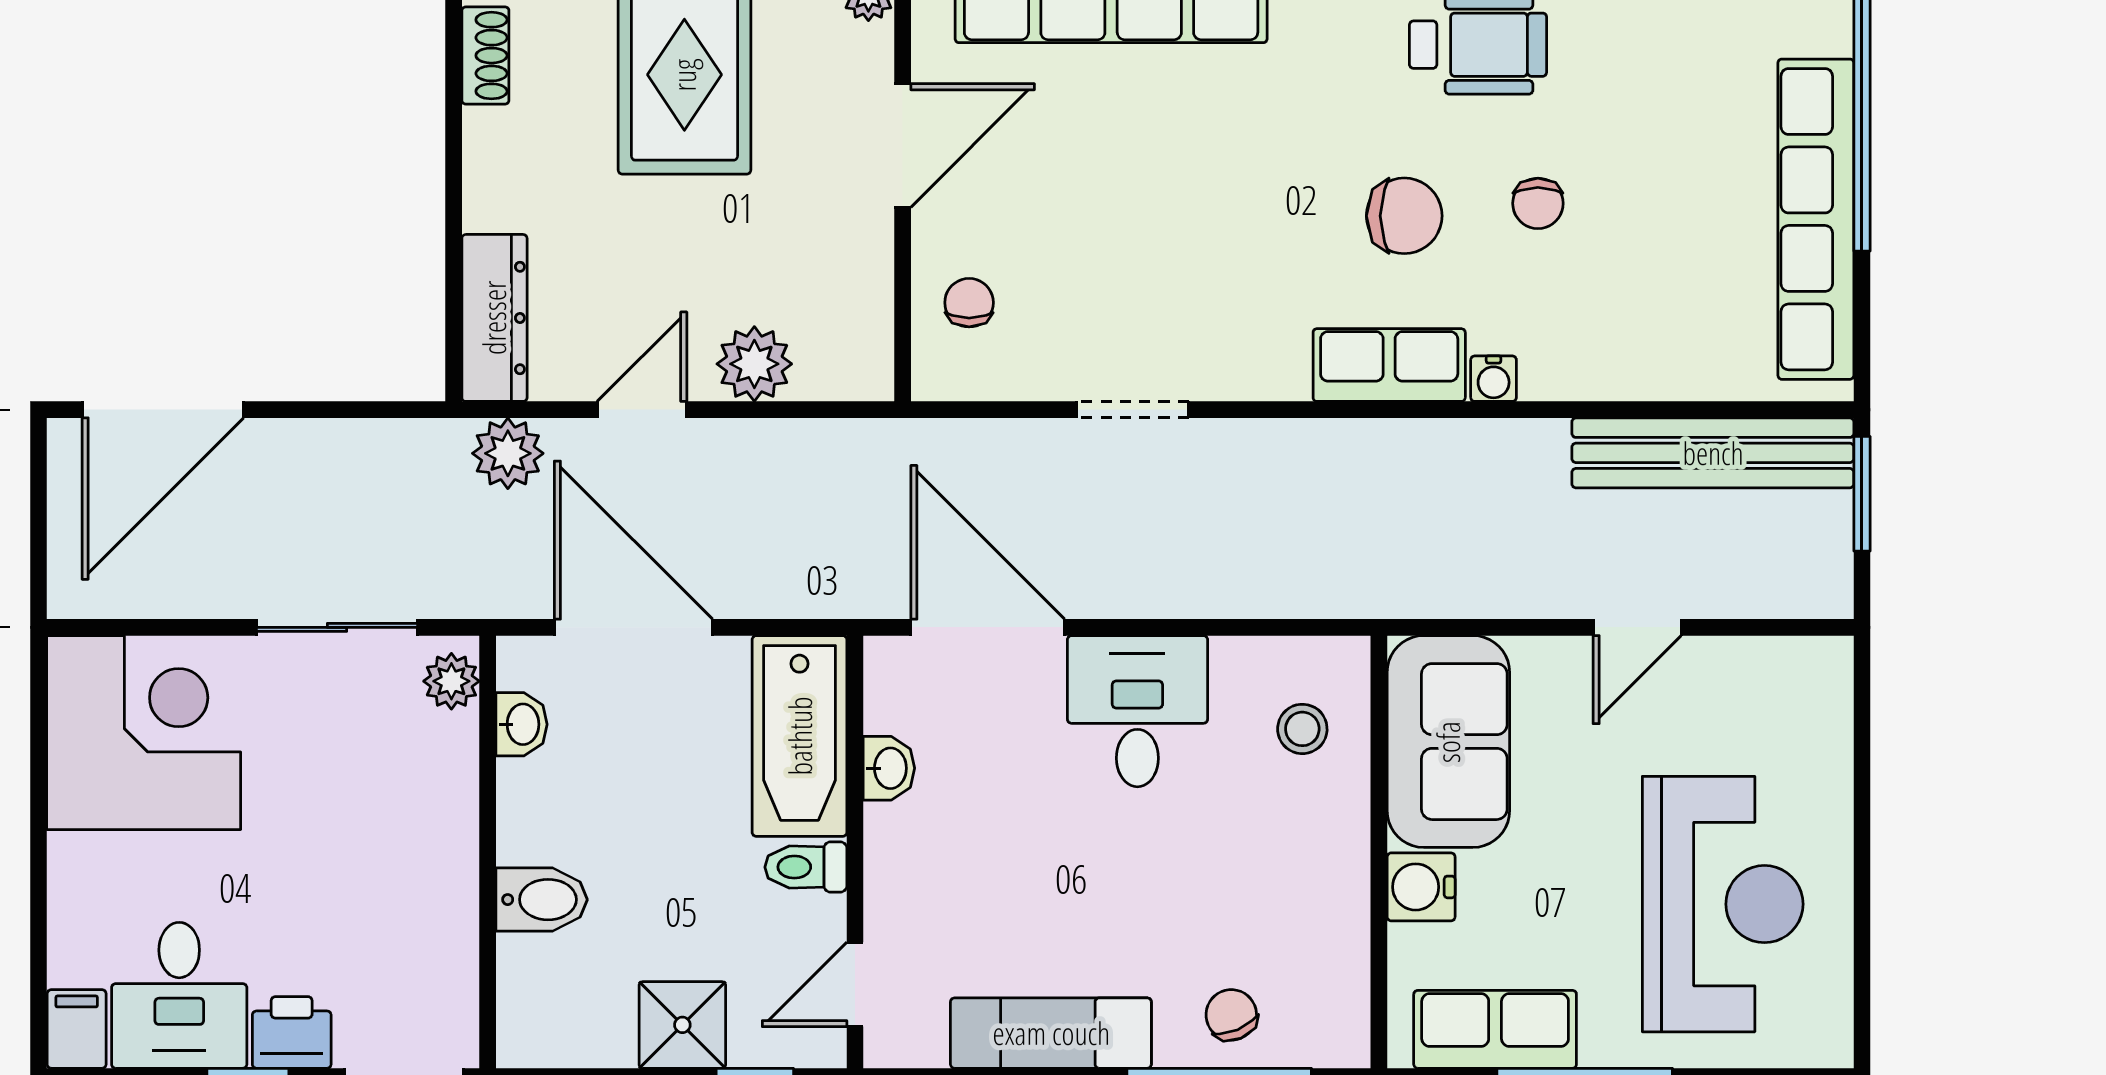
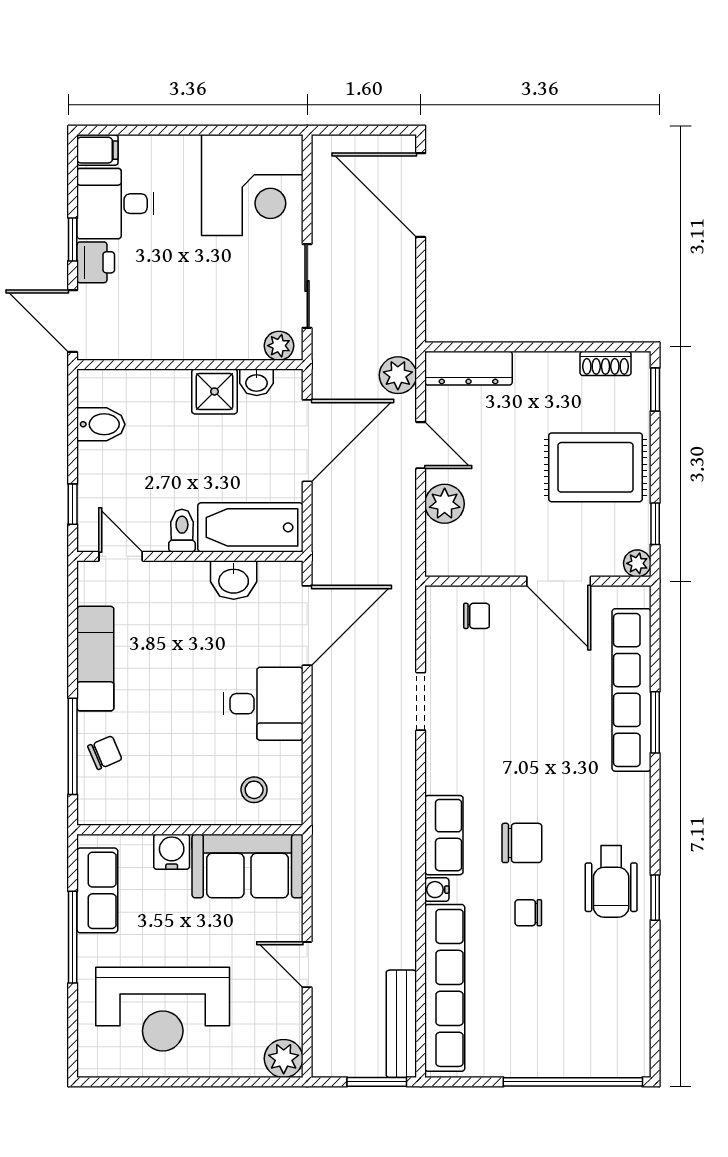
chair: (1404, 216) -> (522, 843), turned -90
row of seats: (1816, 219) -> (445, 988), moved, turned 90
bench: (1713, 453) -> (401, 1024), width x0.73, depth x0.82
plant: (1817, 672) -> (284, 1058), added
washbasin: (889, 768) -> (234, 580), width x1.38, depth x1.45
bidet: (542, 900) -> (101, 424), moved, turned -90
shower: (682, 1025) -> (214, 391), moved

